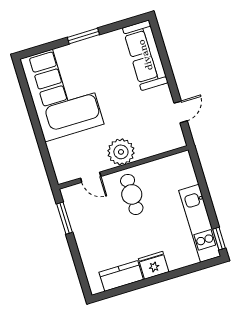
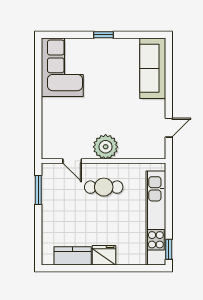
window: (83, 36) -> (104, 35), width x0.67
corner sofa: (62, 92) -> (62, 67), width x0.73, depth x0.74
cafe table: (132, 194) -> (104, 187), turned 90
kitchen unit: (200, 223) -> (156, 218), width x1.36

